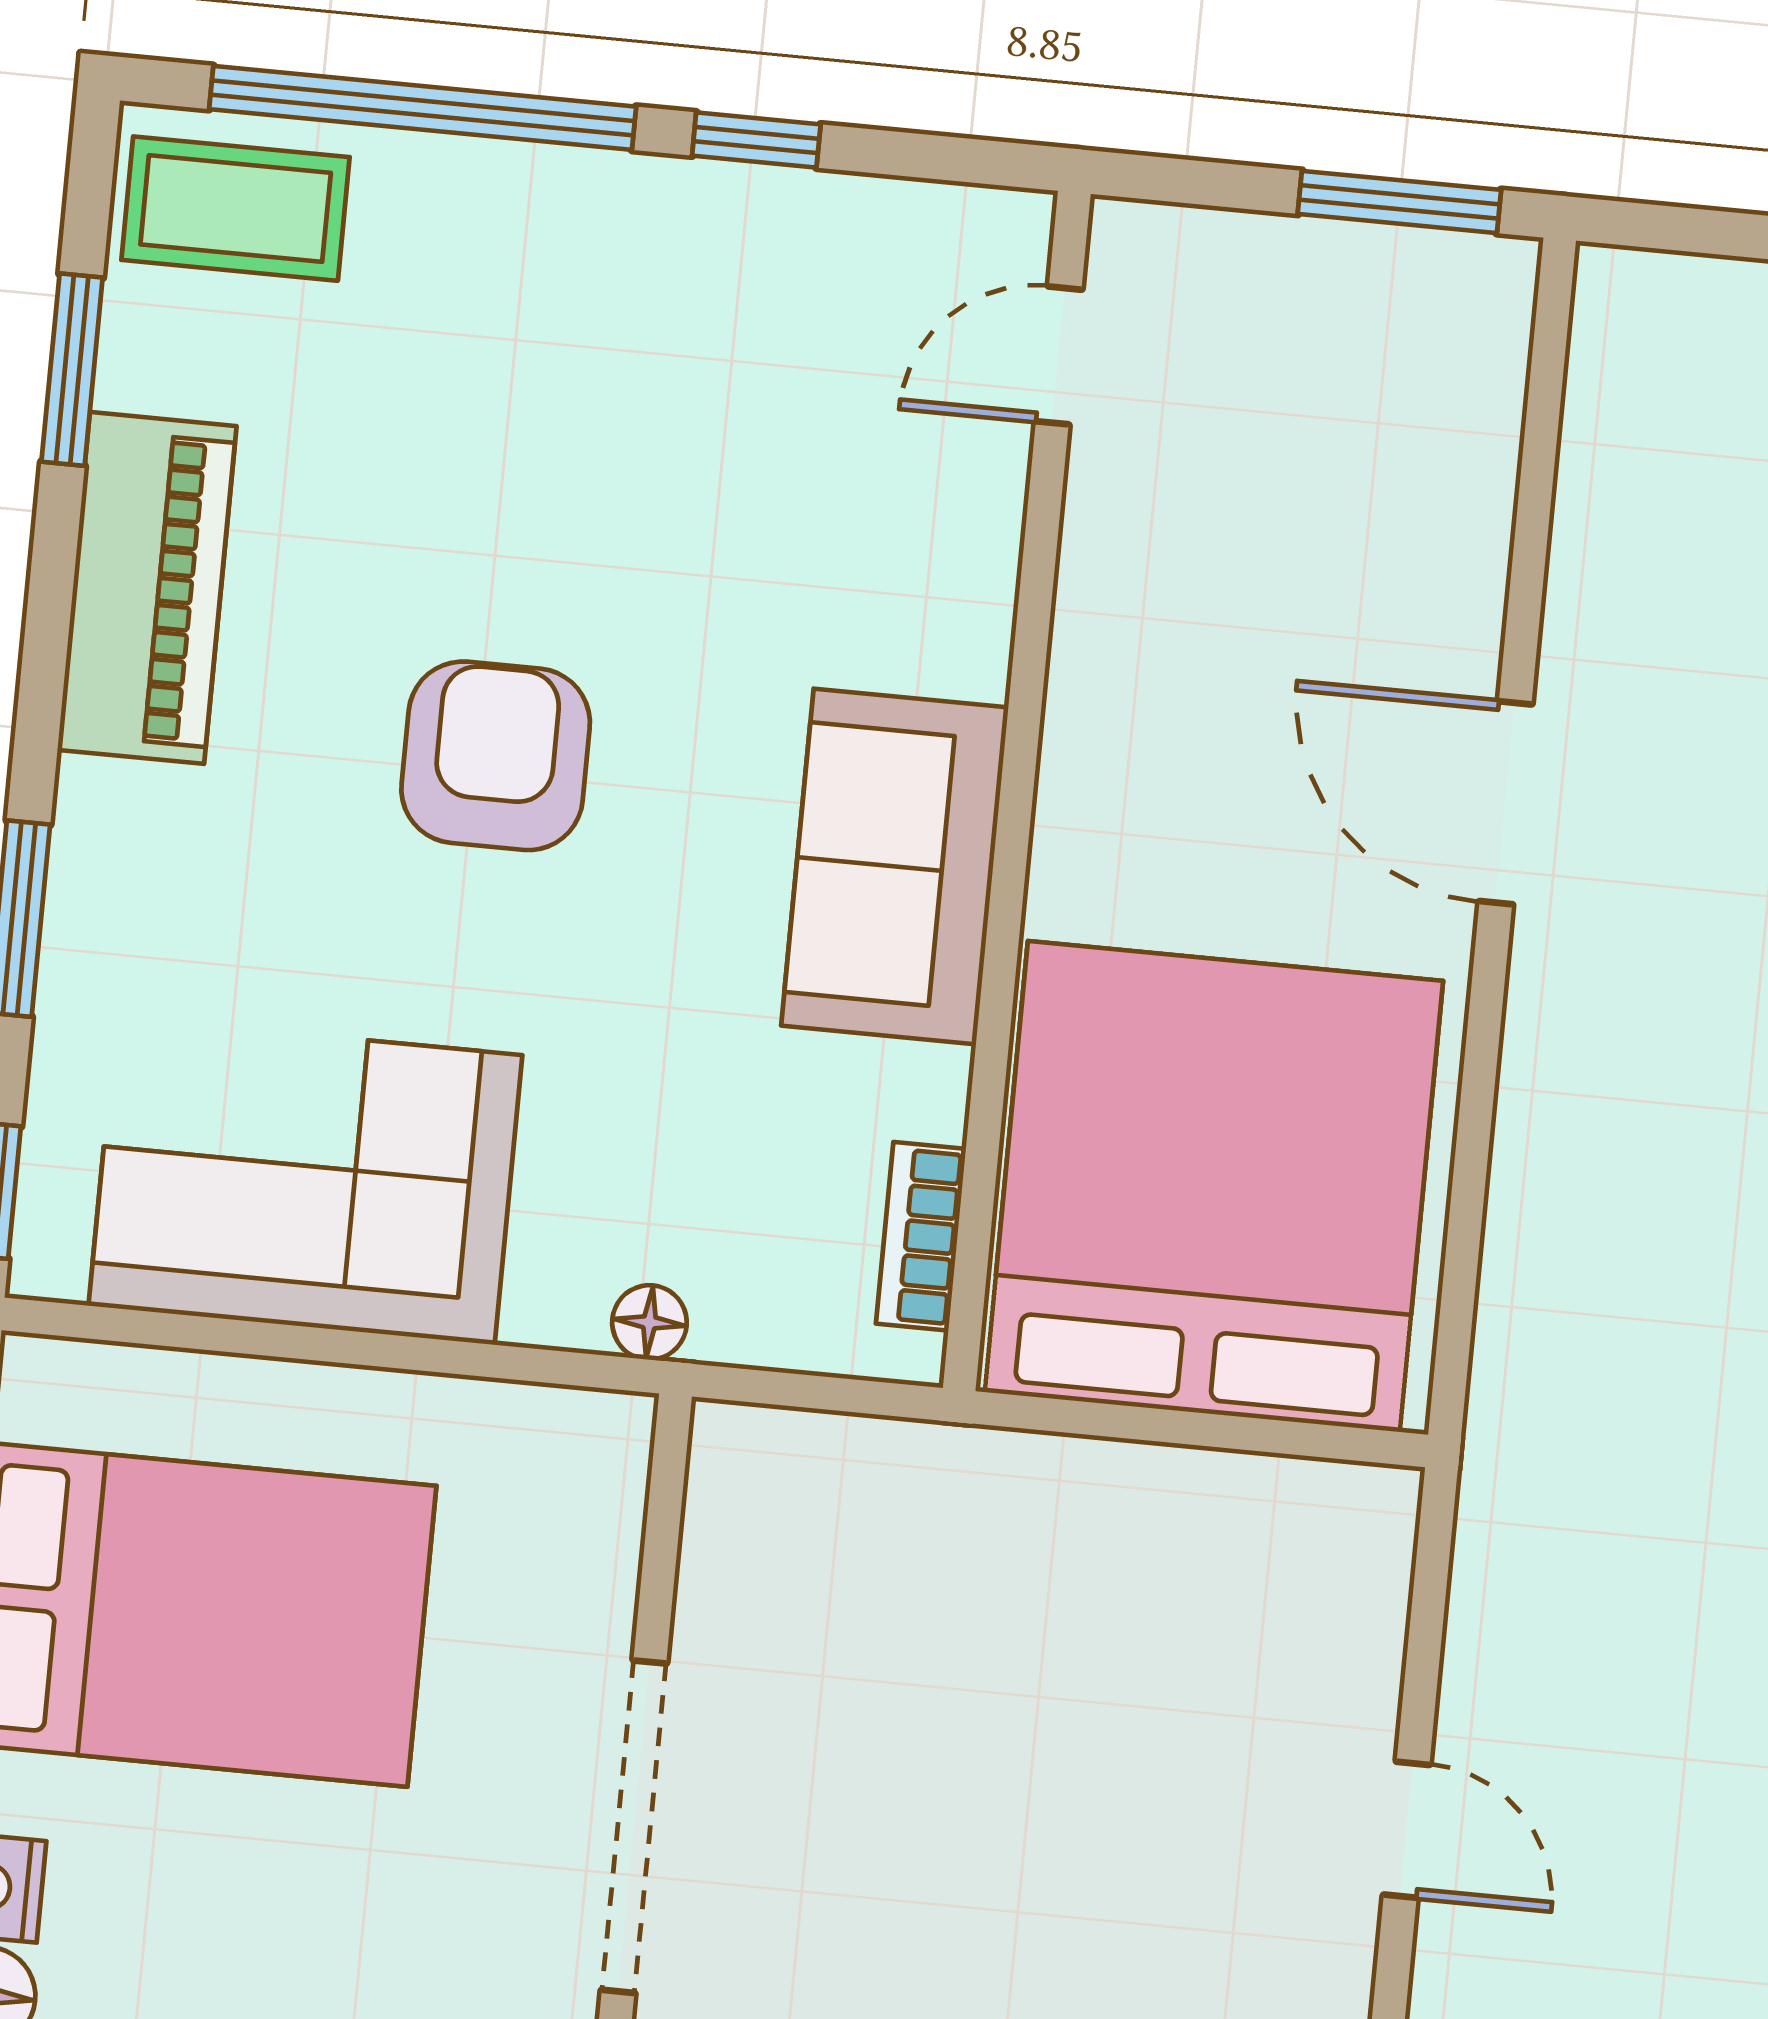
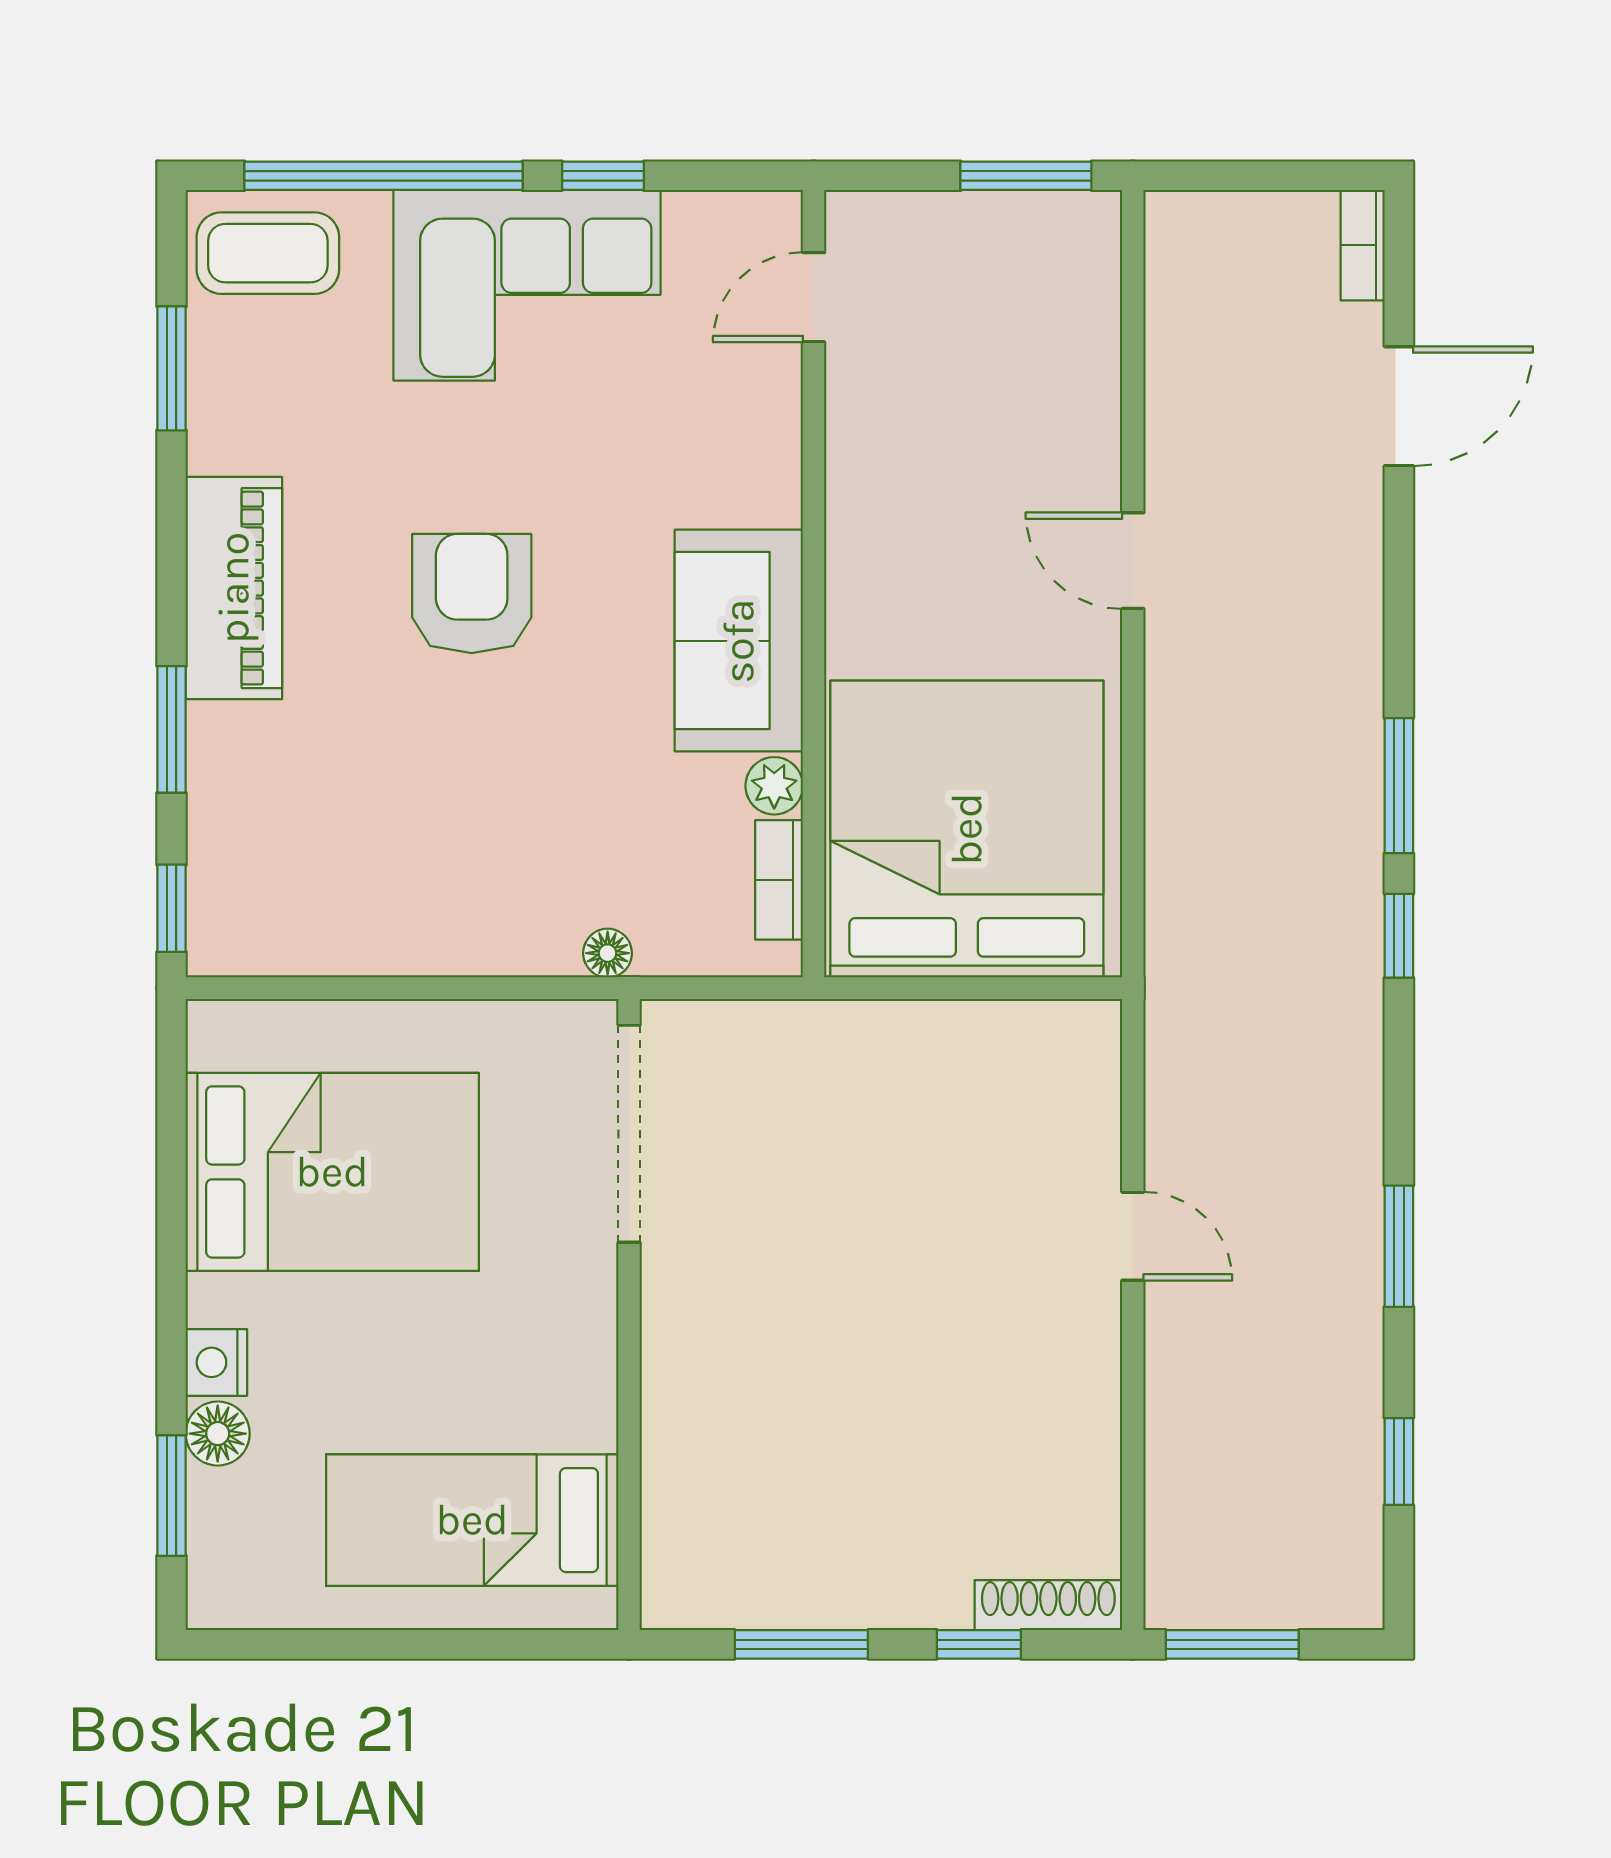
piano: (147, 588) -> (234, 588), moved
door: (1505, 803) -> (1133, 561), width x0.73
plant: (927, 1092) -> (774, 786), added
corner sofa: (305, 1180) -> (527, 285), moved, turned 180
doorway: (634, 1827) -> (629, 1134), moved

